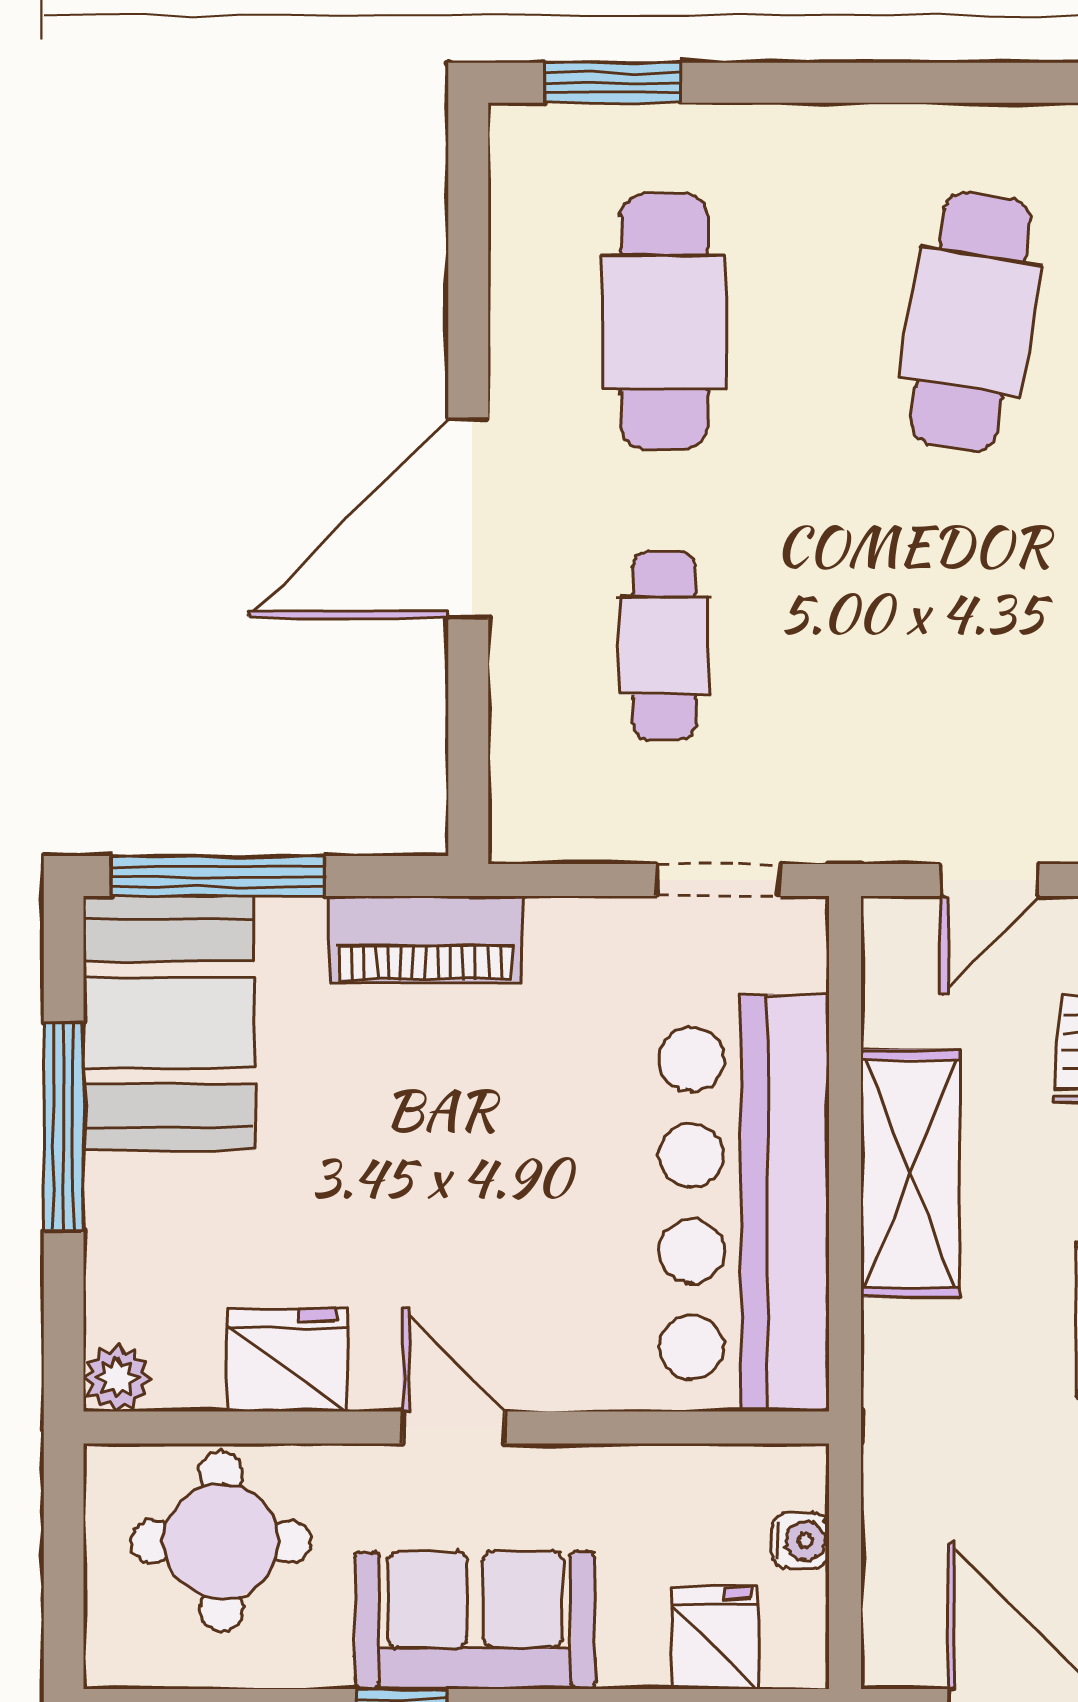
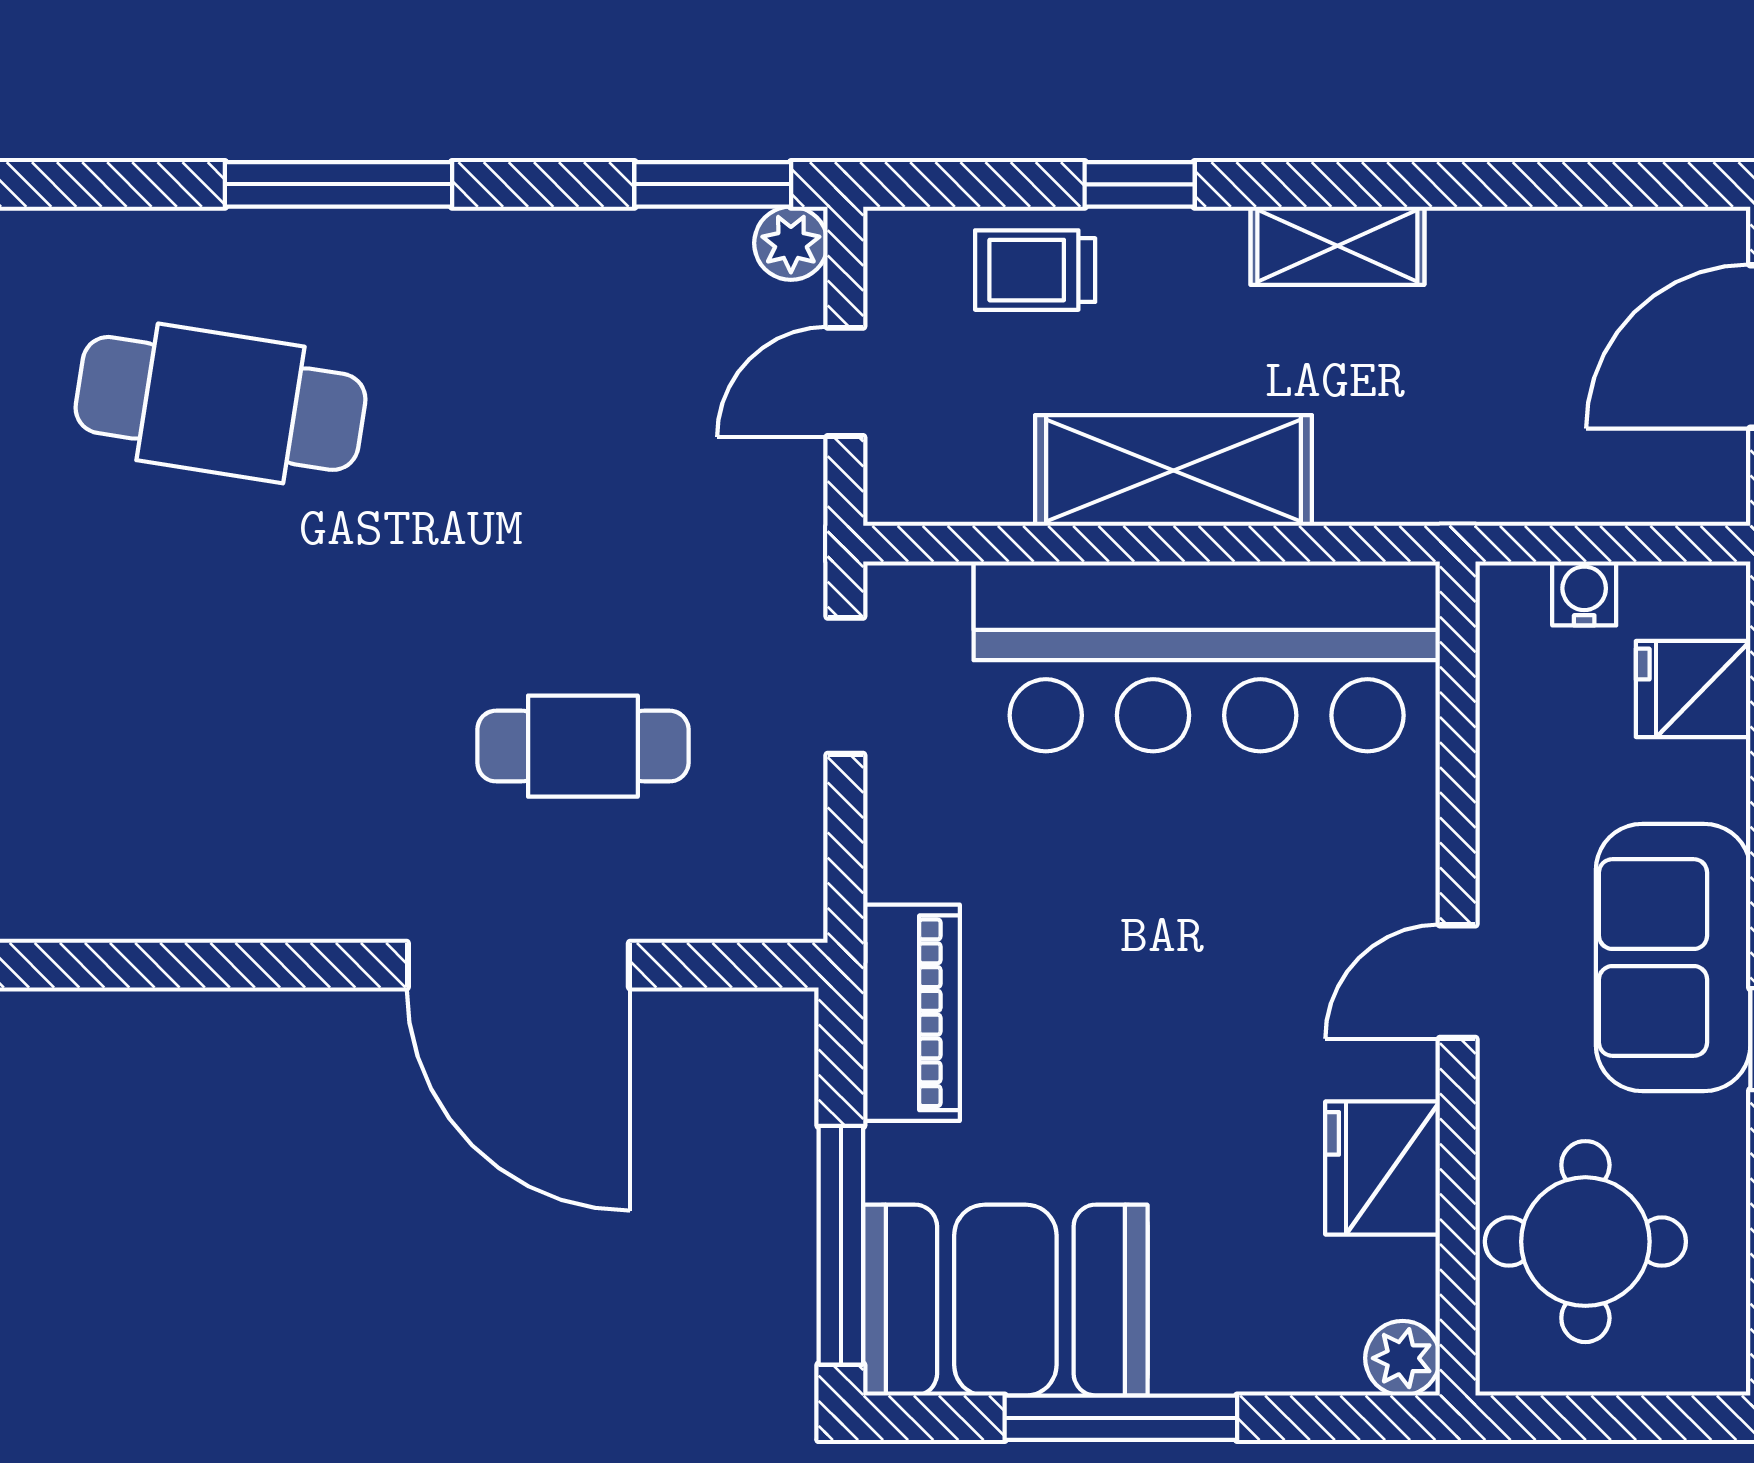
cafe table: (664, 321) -> (220, 746), removed
door: (468, 518) -> (518, 965), moved
door: (990, 880) -> (845, 382), swing flipped

